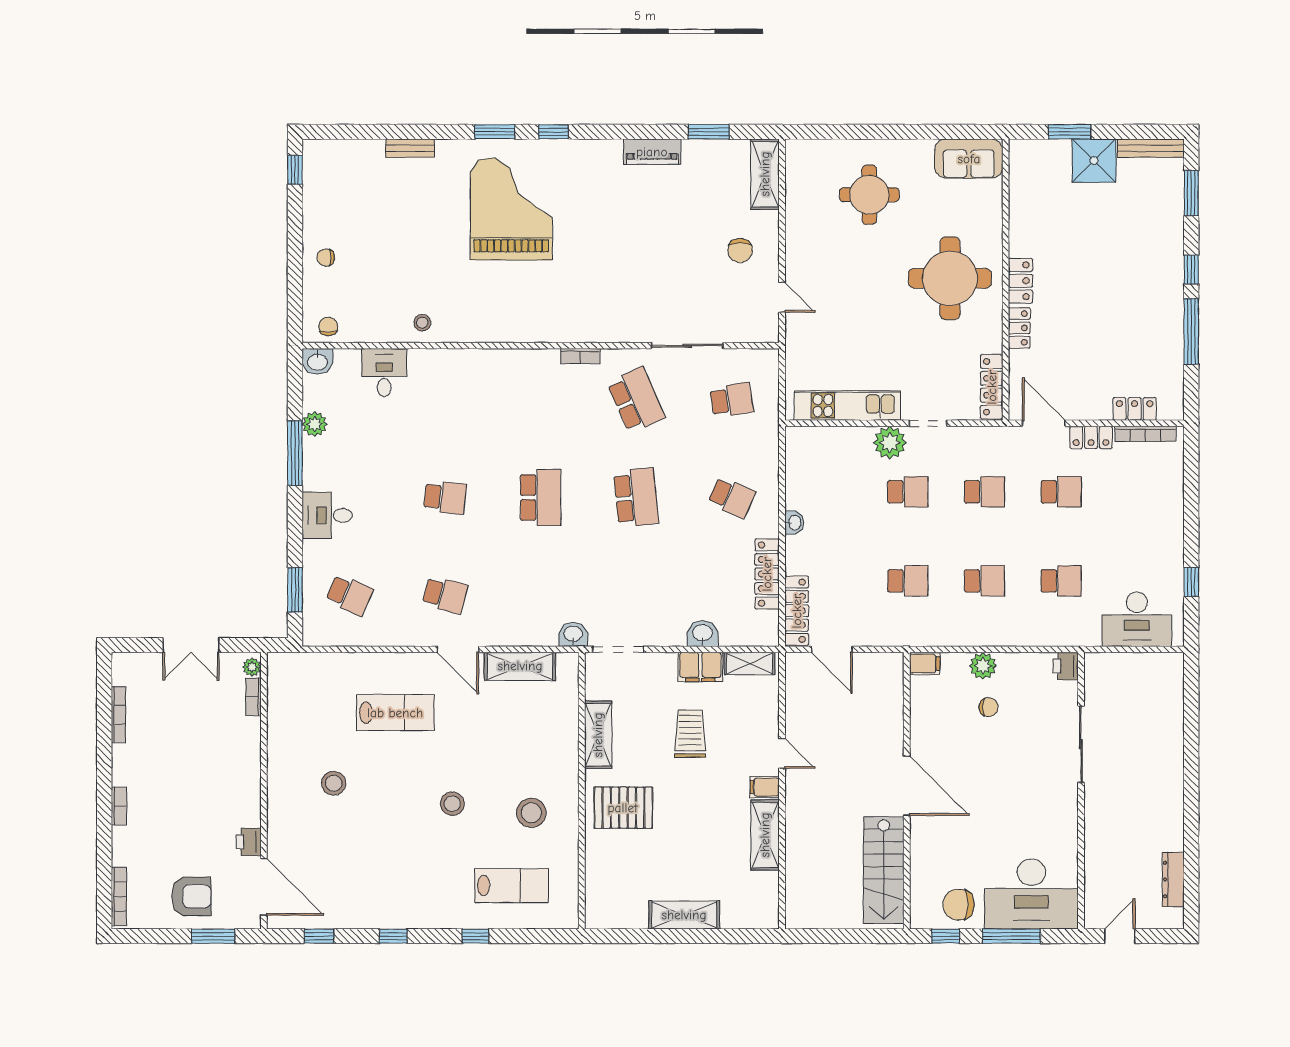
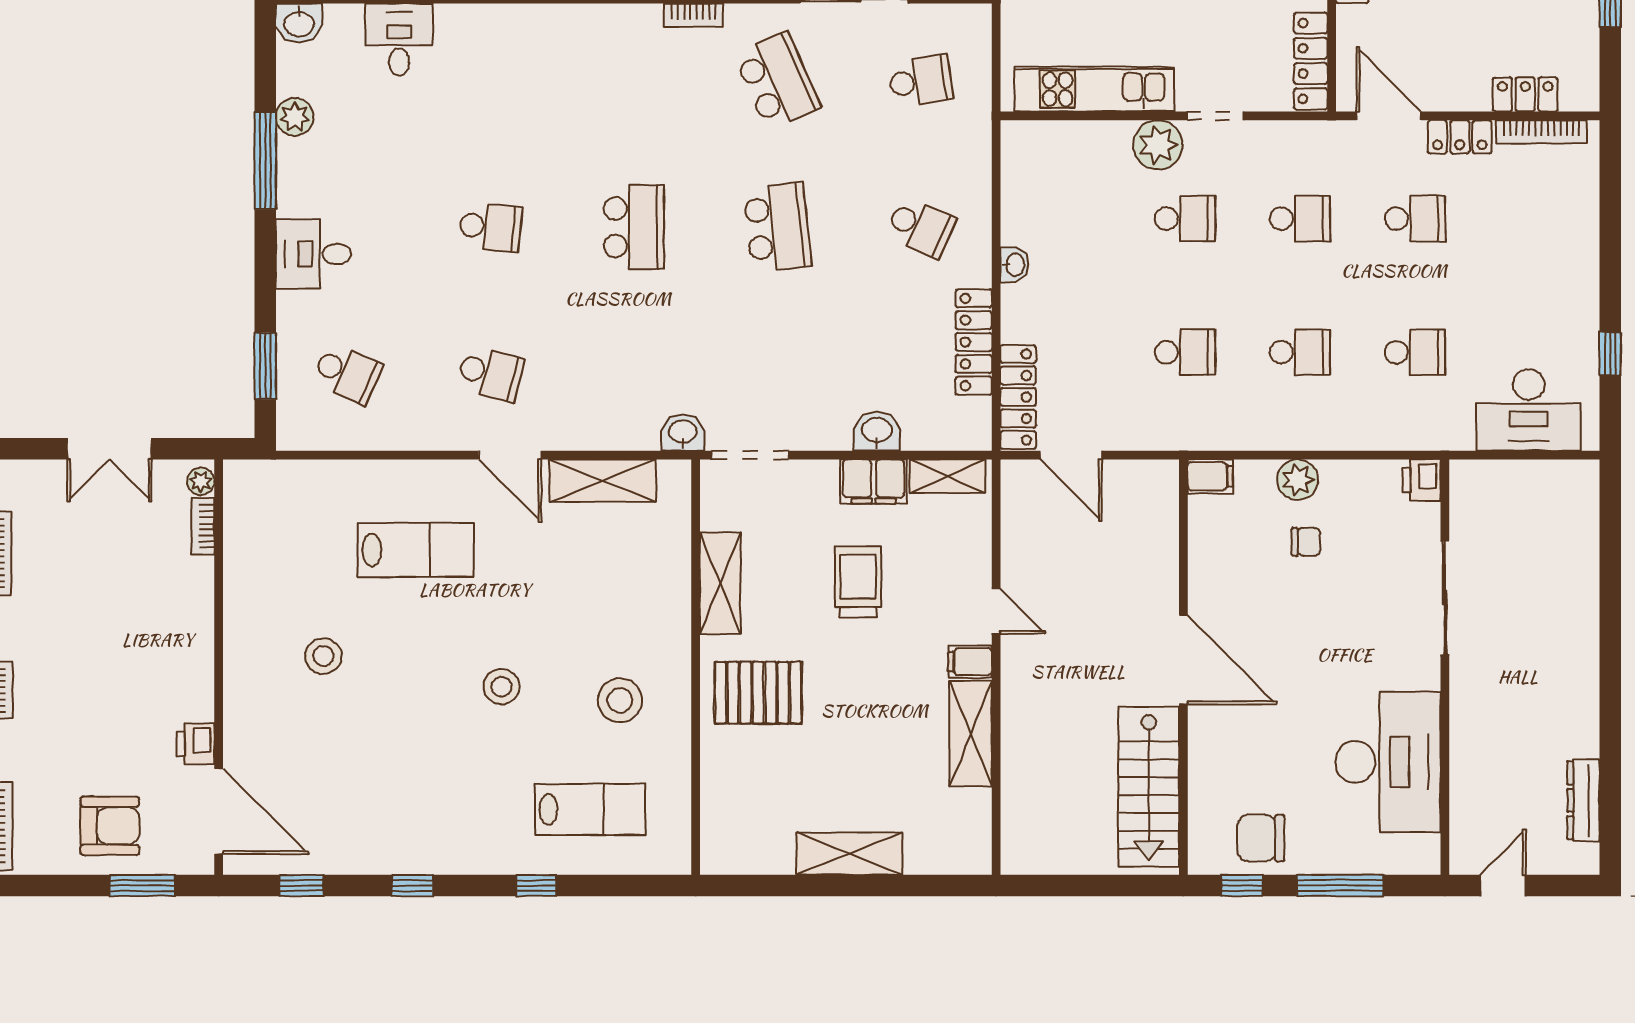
desk: (1031, 894) -> (1388, 762), moved, turned -90

